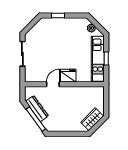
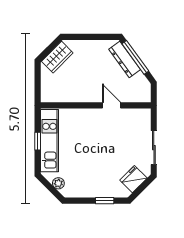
fridge: (68, 76) -> (133, 179), moved, turned 135
door: (53, 84) -> (111, 105), swing flipped
dresser: (37, 109) -> (125, 59), moved

